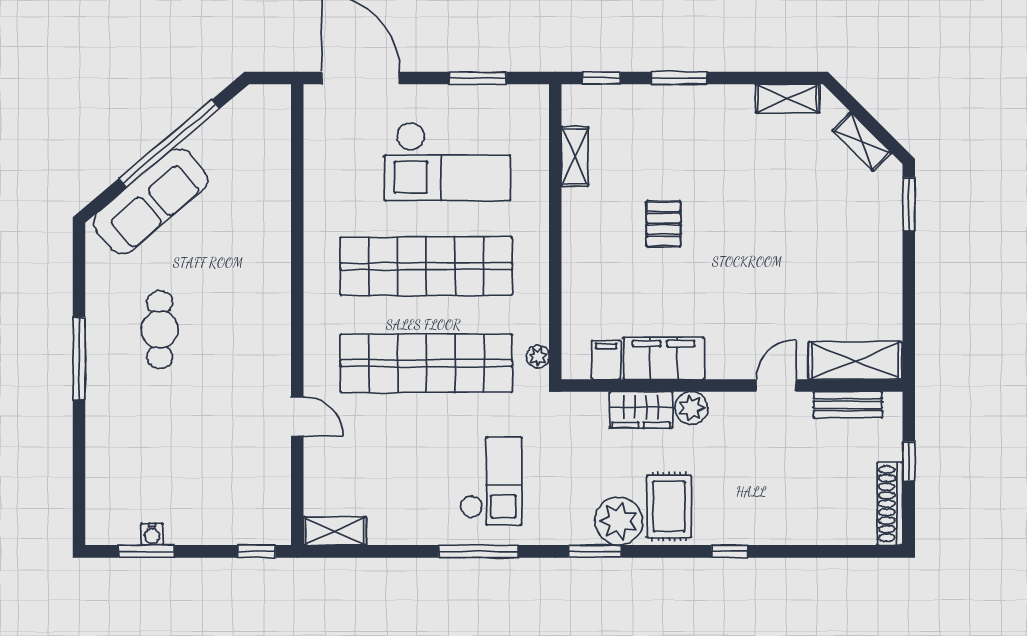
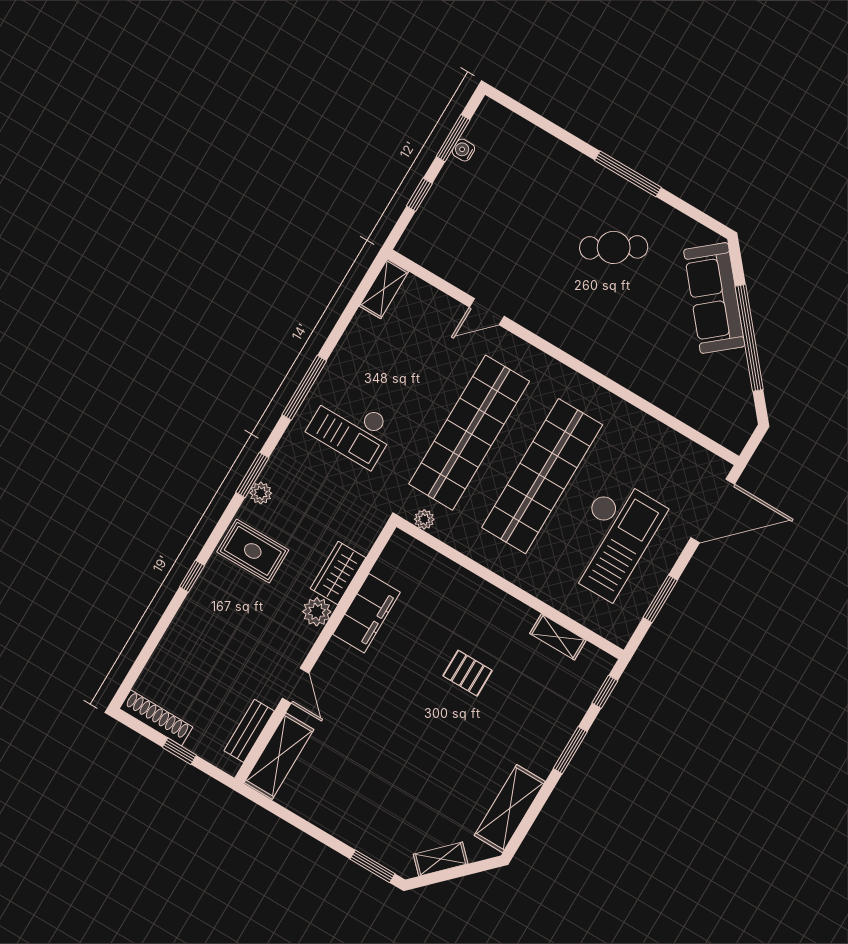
shelving: (788, 98) -> (510, 809), width x1.50, depth x1.33
checkout: (447, 161) -> (611, 539), turned 180
cafe table: (160, 330) -> (614, 247), turned -32
filing cabinet: (606, 360) -> (391, 569), removed
plant: (619, 521) -> (261, 493), width x0.53, depth x0.53
window: (256, 551) -> (419, 195), moved

